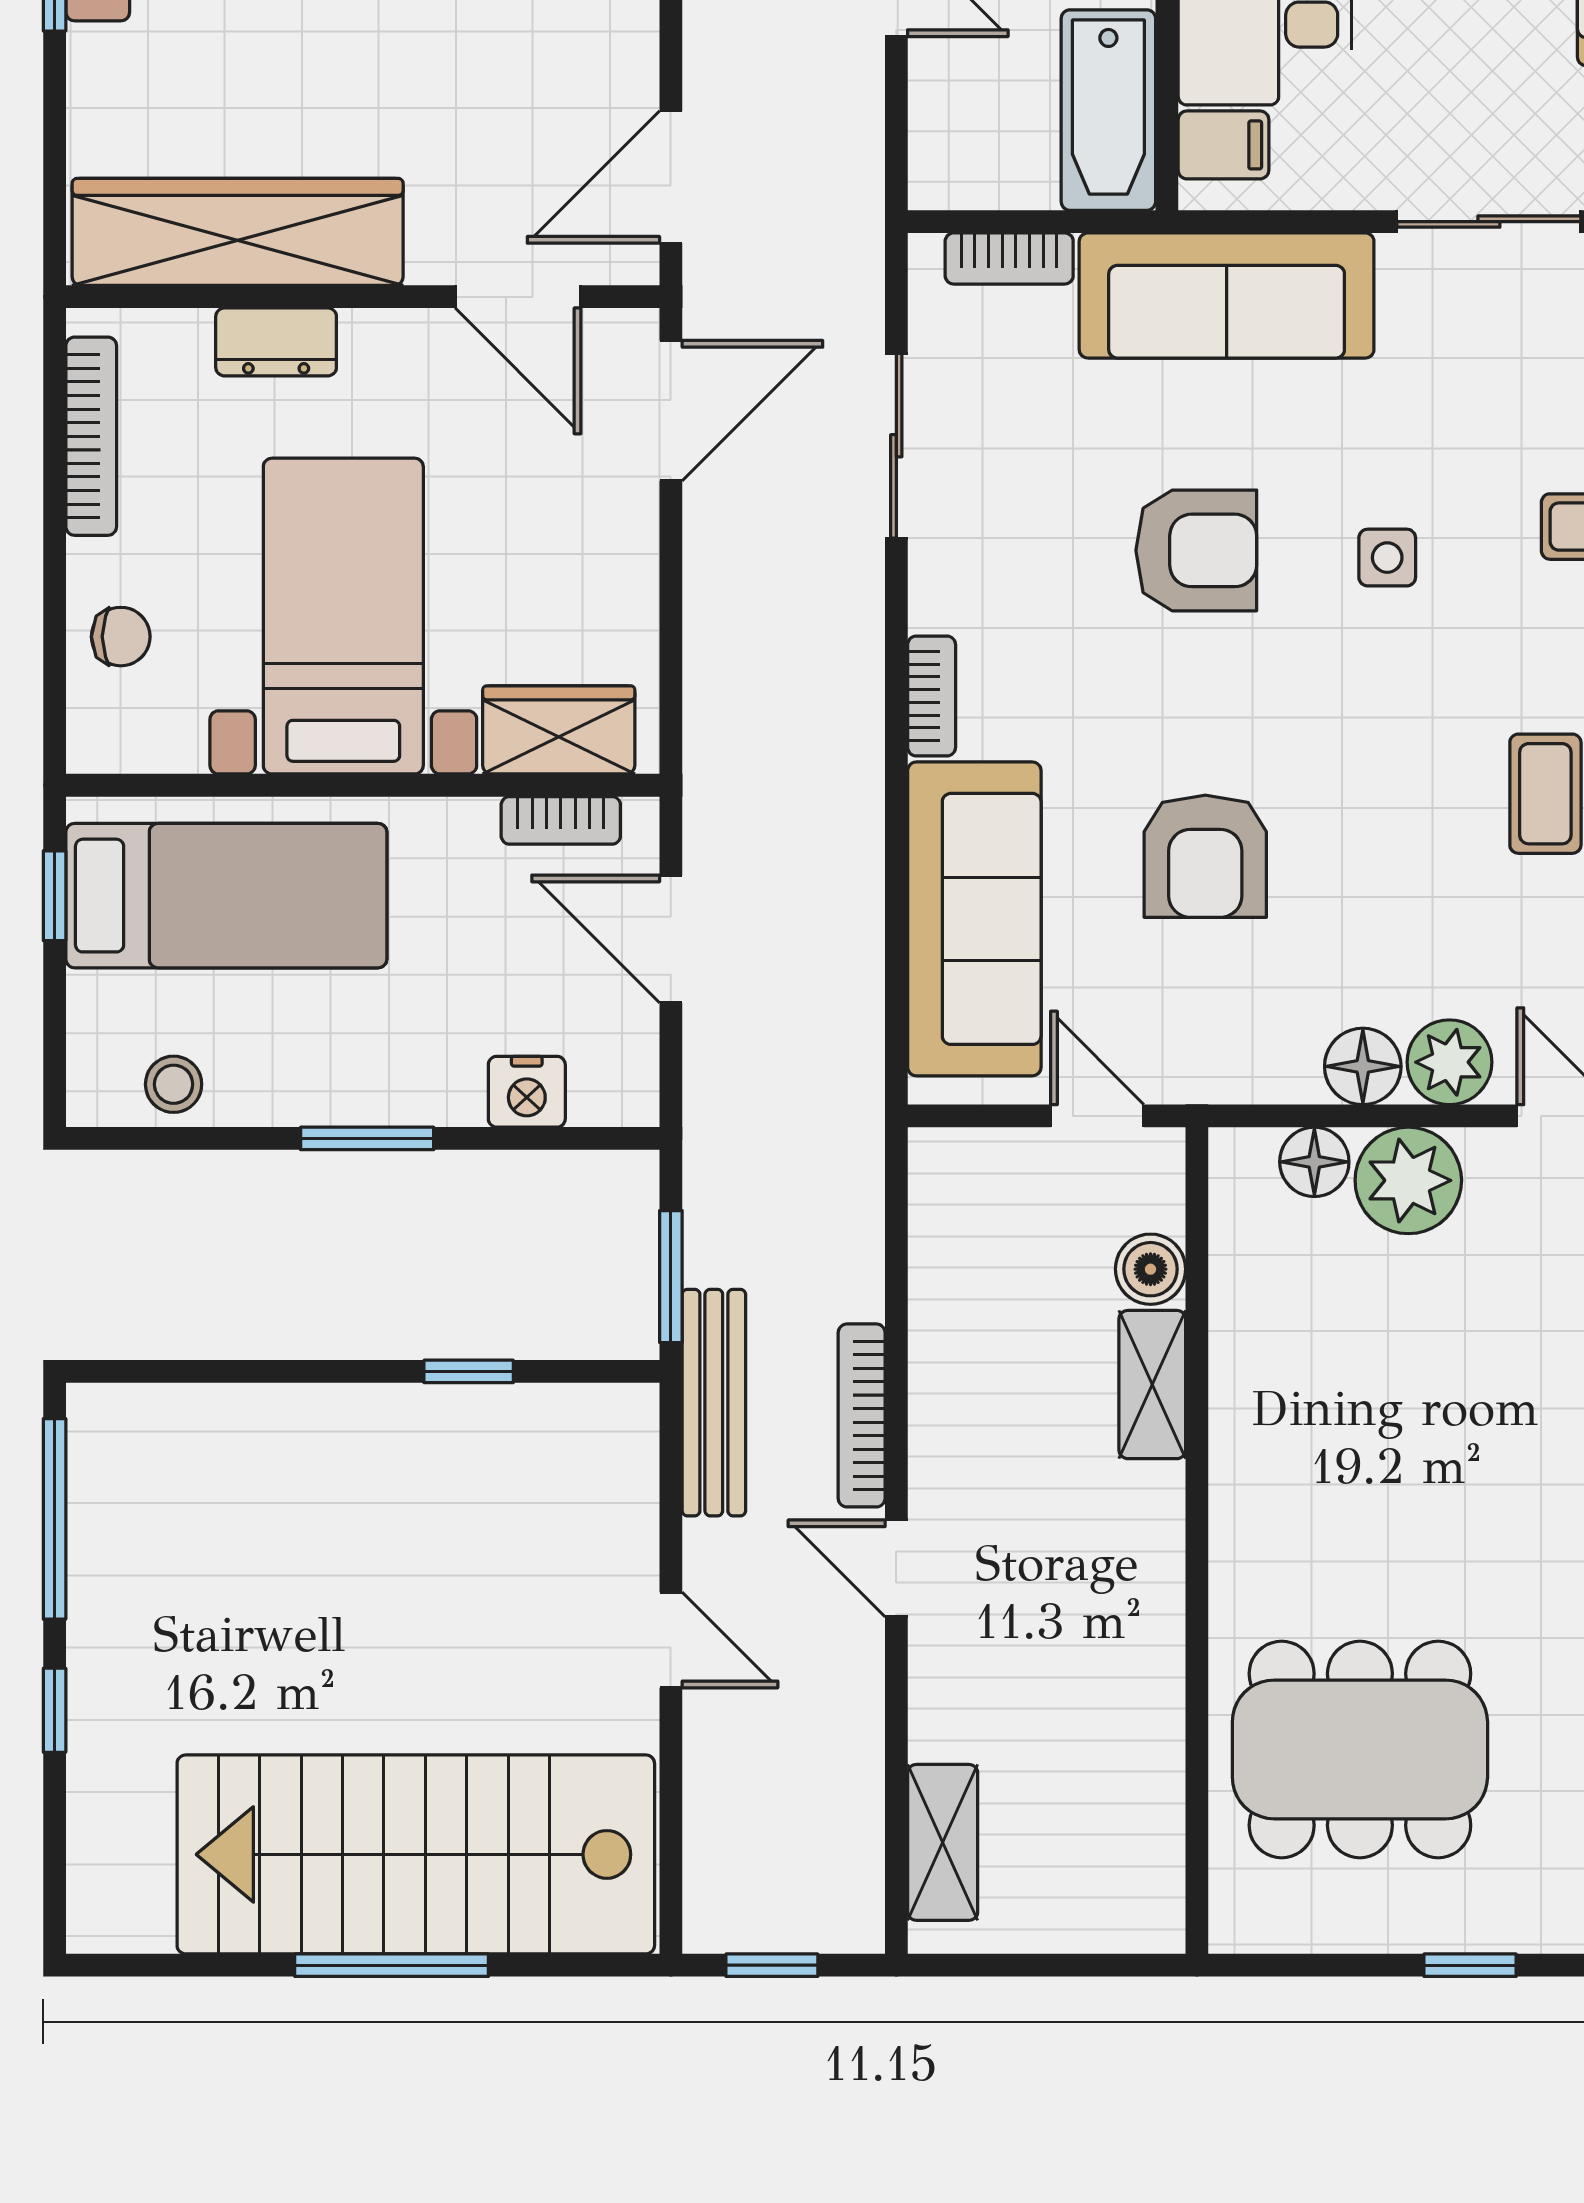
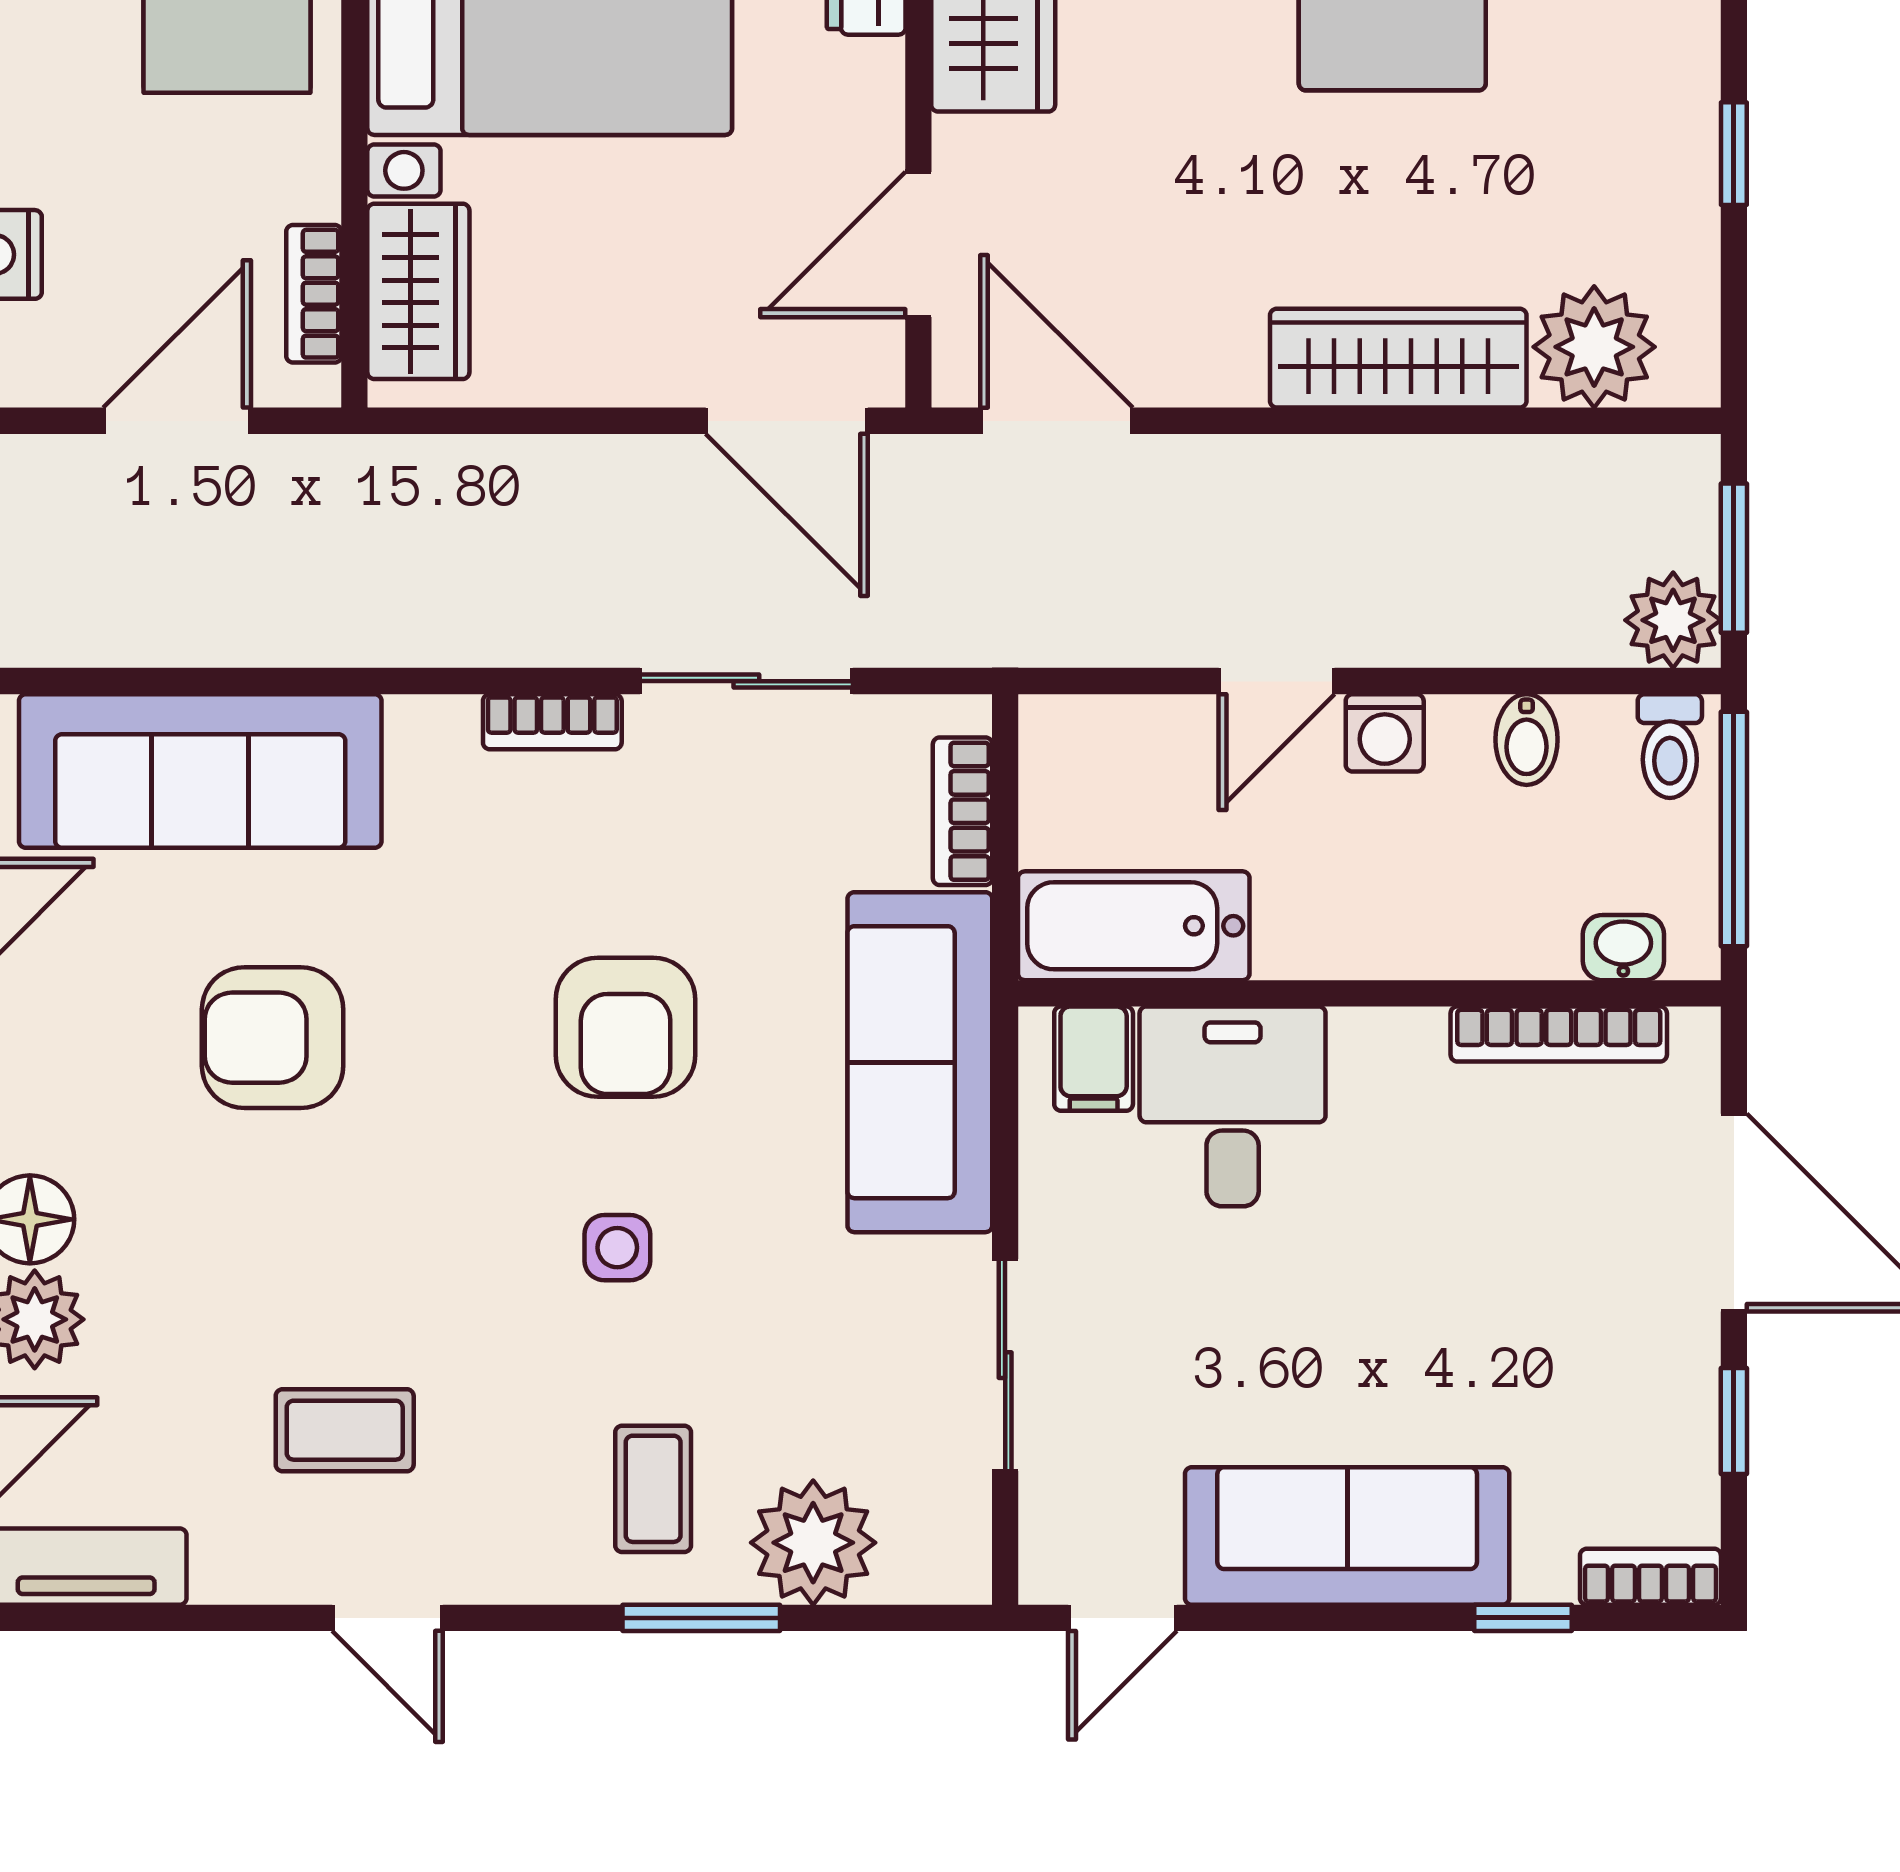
bookcase: (932, 696) -> (552, 722), moved

